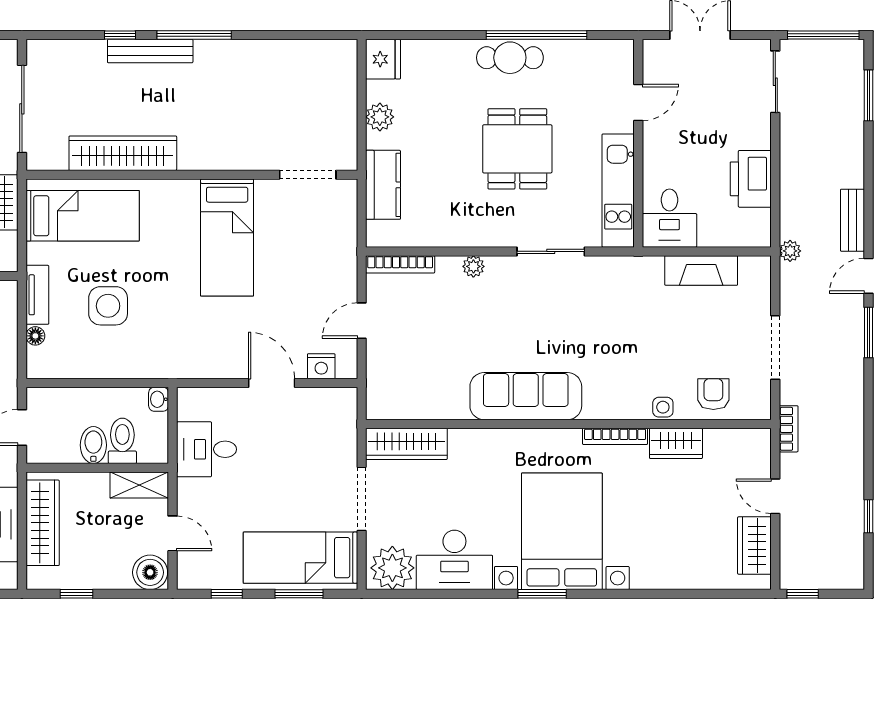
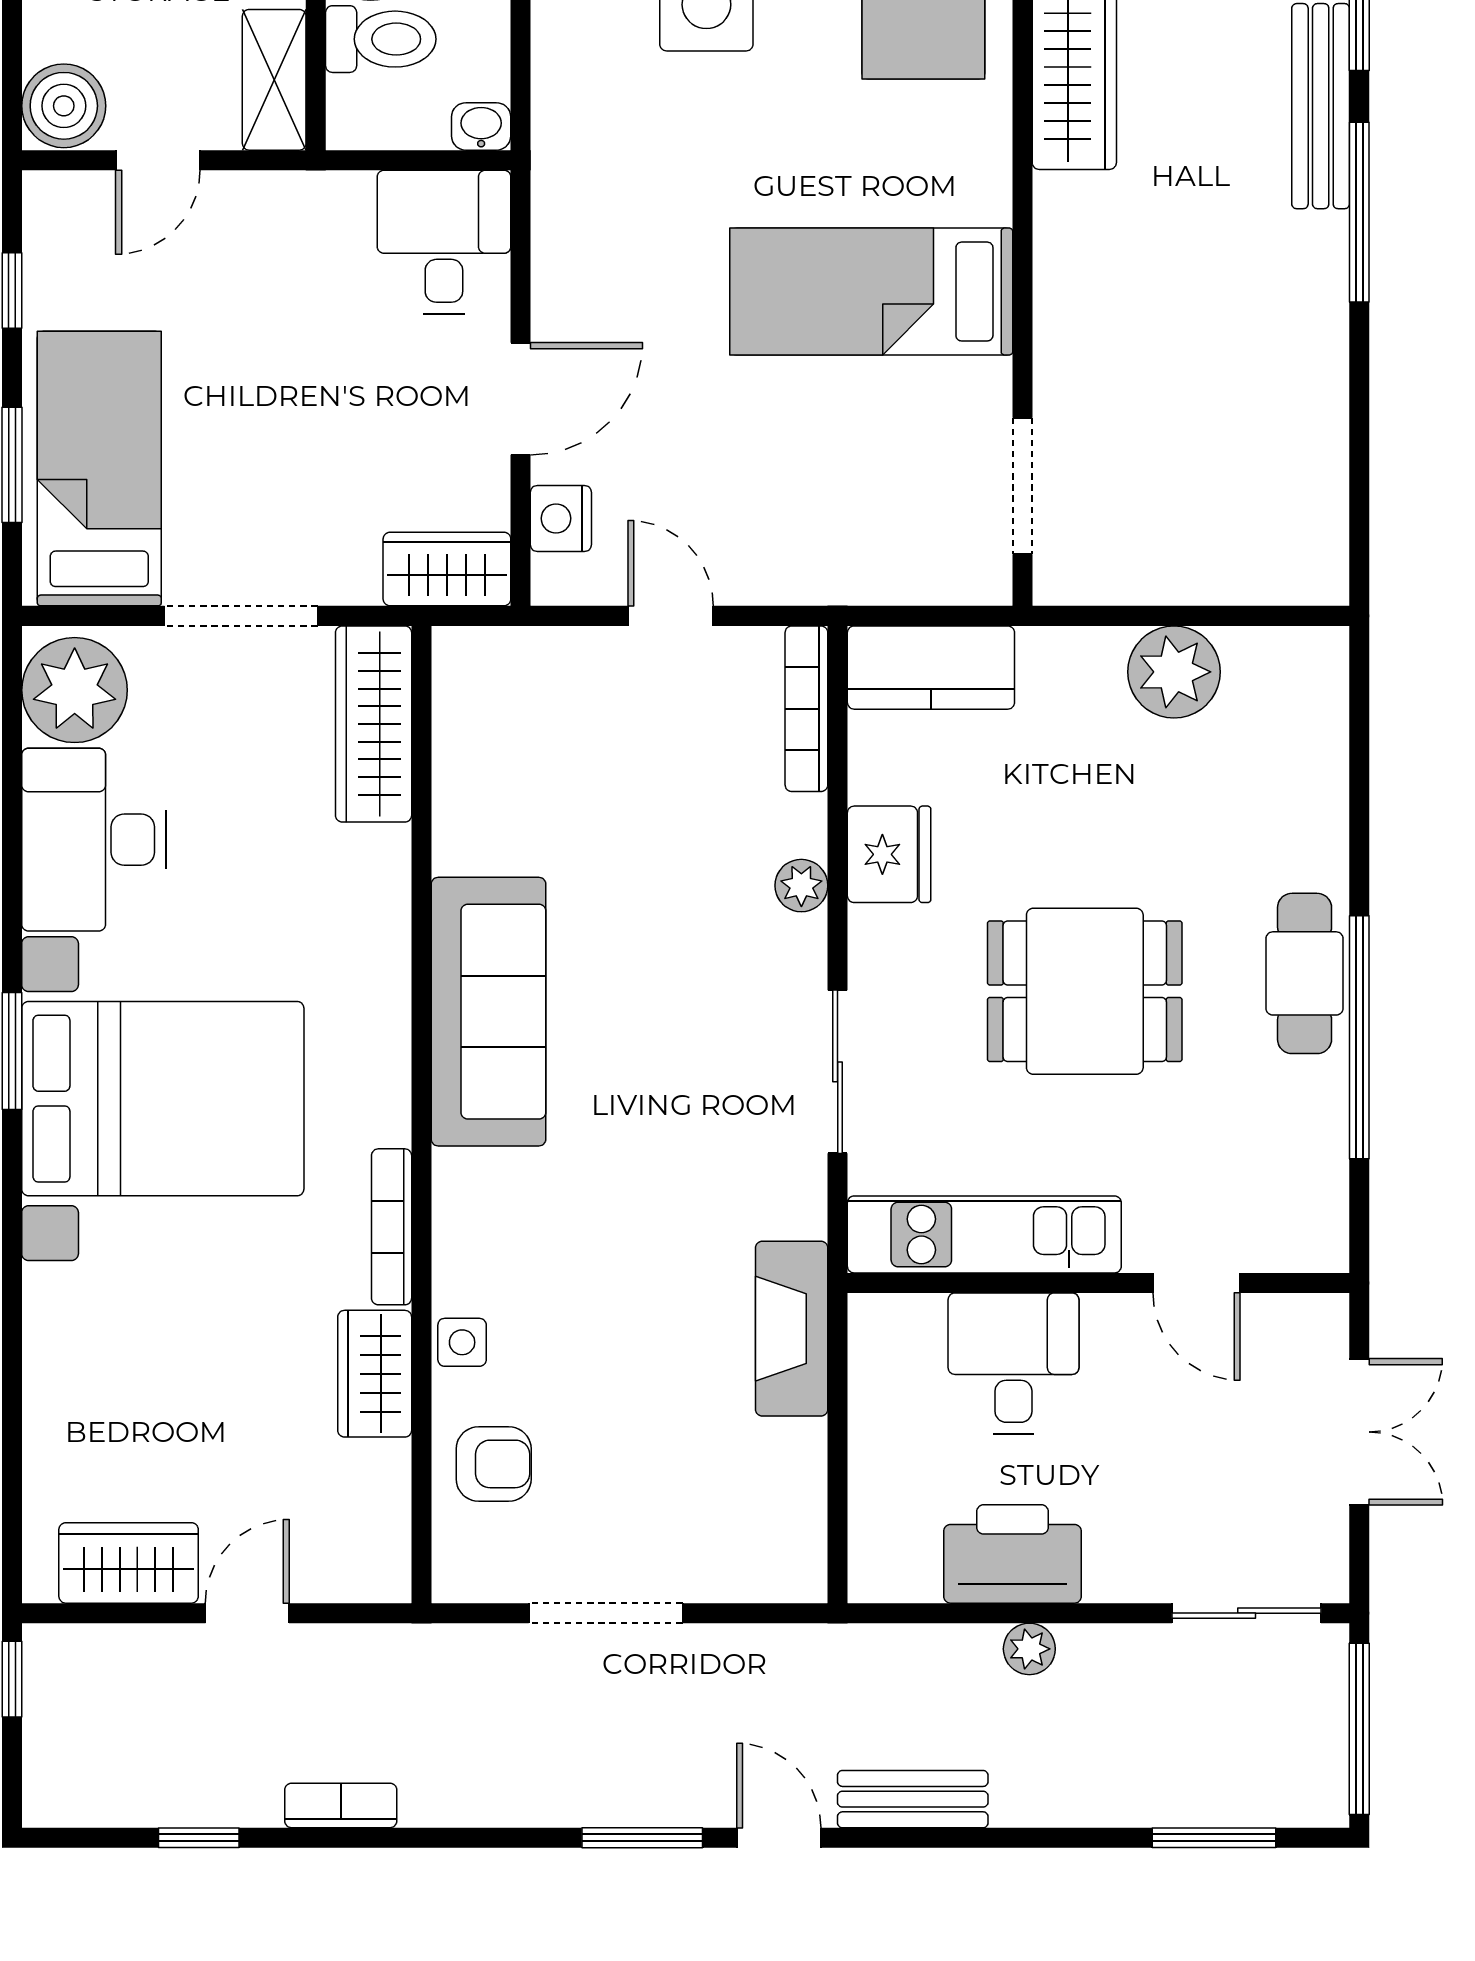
fridge: (383, 59) -> (889, 854), moved, turned -90
plant: (380, 117) -> (1174, 672), width x1.36, depth x1.36
kitchen counter: (383, 185) -> (931, 668), moved
desk: (669, 218) -> (1013, 1363), moved, turned 90
plant: (790, 251) -> (1029, 1649), moved
fireplace: (701, 270) -> (792, 1329), moved
wardrobe: (342, 413) -> (447, 569), added
bookcase: (789, 429) -> (341, 1805), moved, turned 180
desk: (207, 449) -> (444, 242), moved

